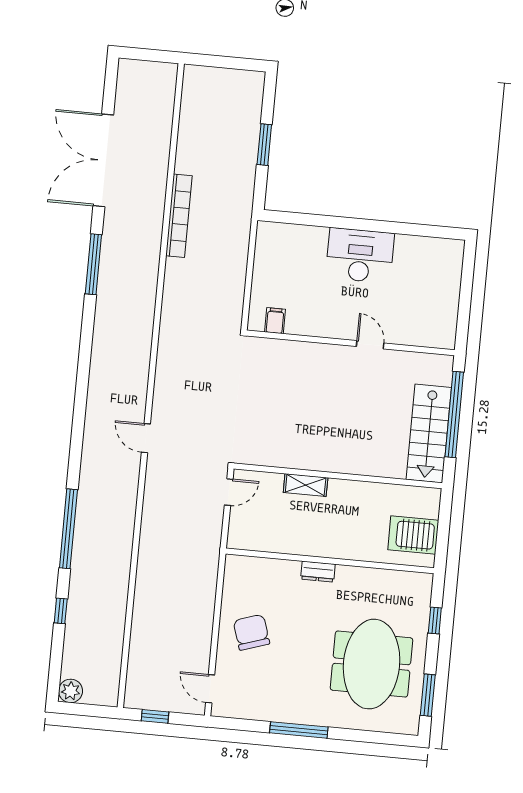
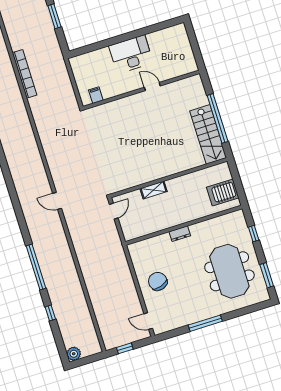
filing cabinet: (275, 321) -> (96, 95), moved
wall: (350, 343) -> (141, 90), moved
door: (370, 345) -> (152, 87), moved

